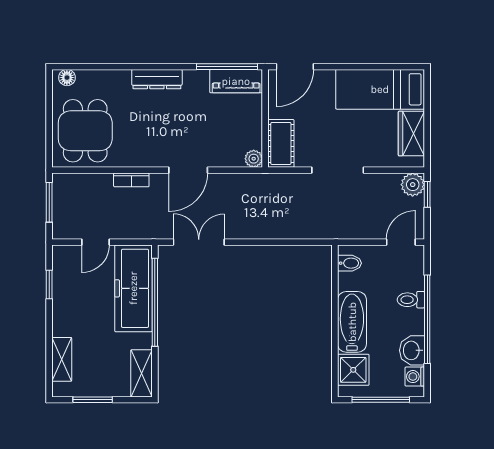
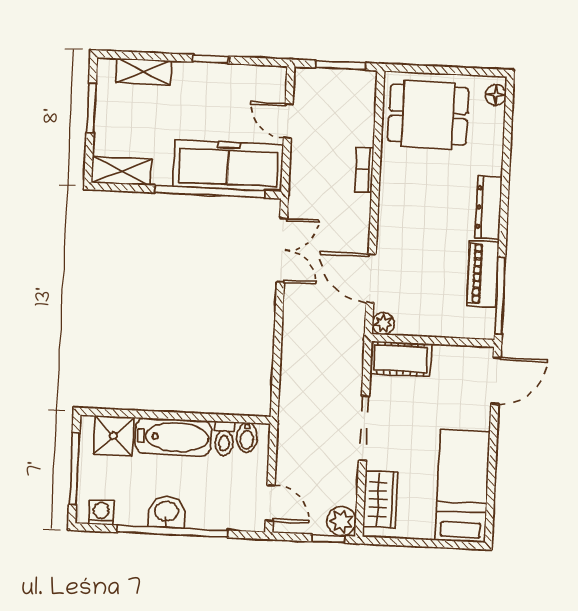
door: (295, 67) -> (496, 381), swing flipped
piano: (236, 81) -> (483, 274), moved
wardrobe: (411, 134) -> (380, 499), moved, turned 90
door: (188, 170) -> (371, 278), moved
window: (49, 284) -> (211, 59), moved
toilet: (411, 300) -> (224, 438), moved, turned 180
washbasin: (412, 350) -> (166, 512), moved

